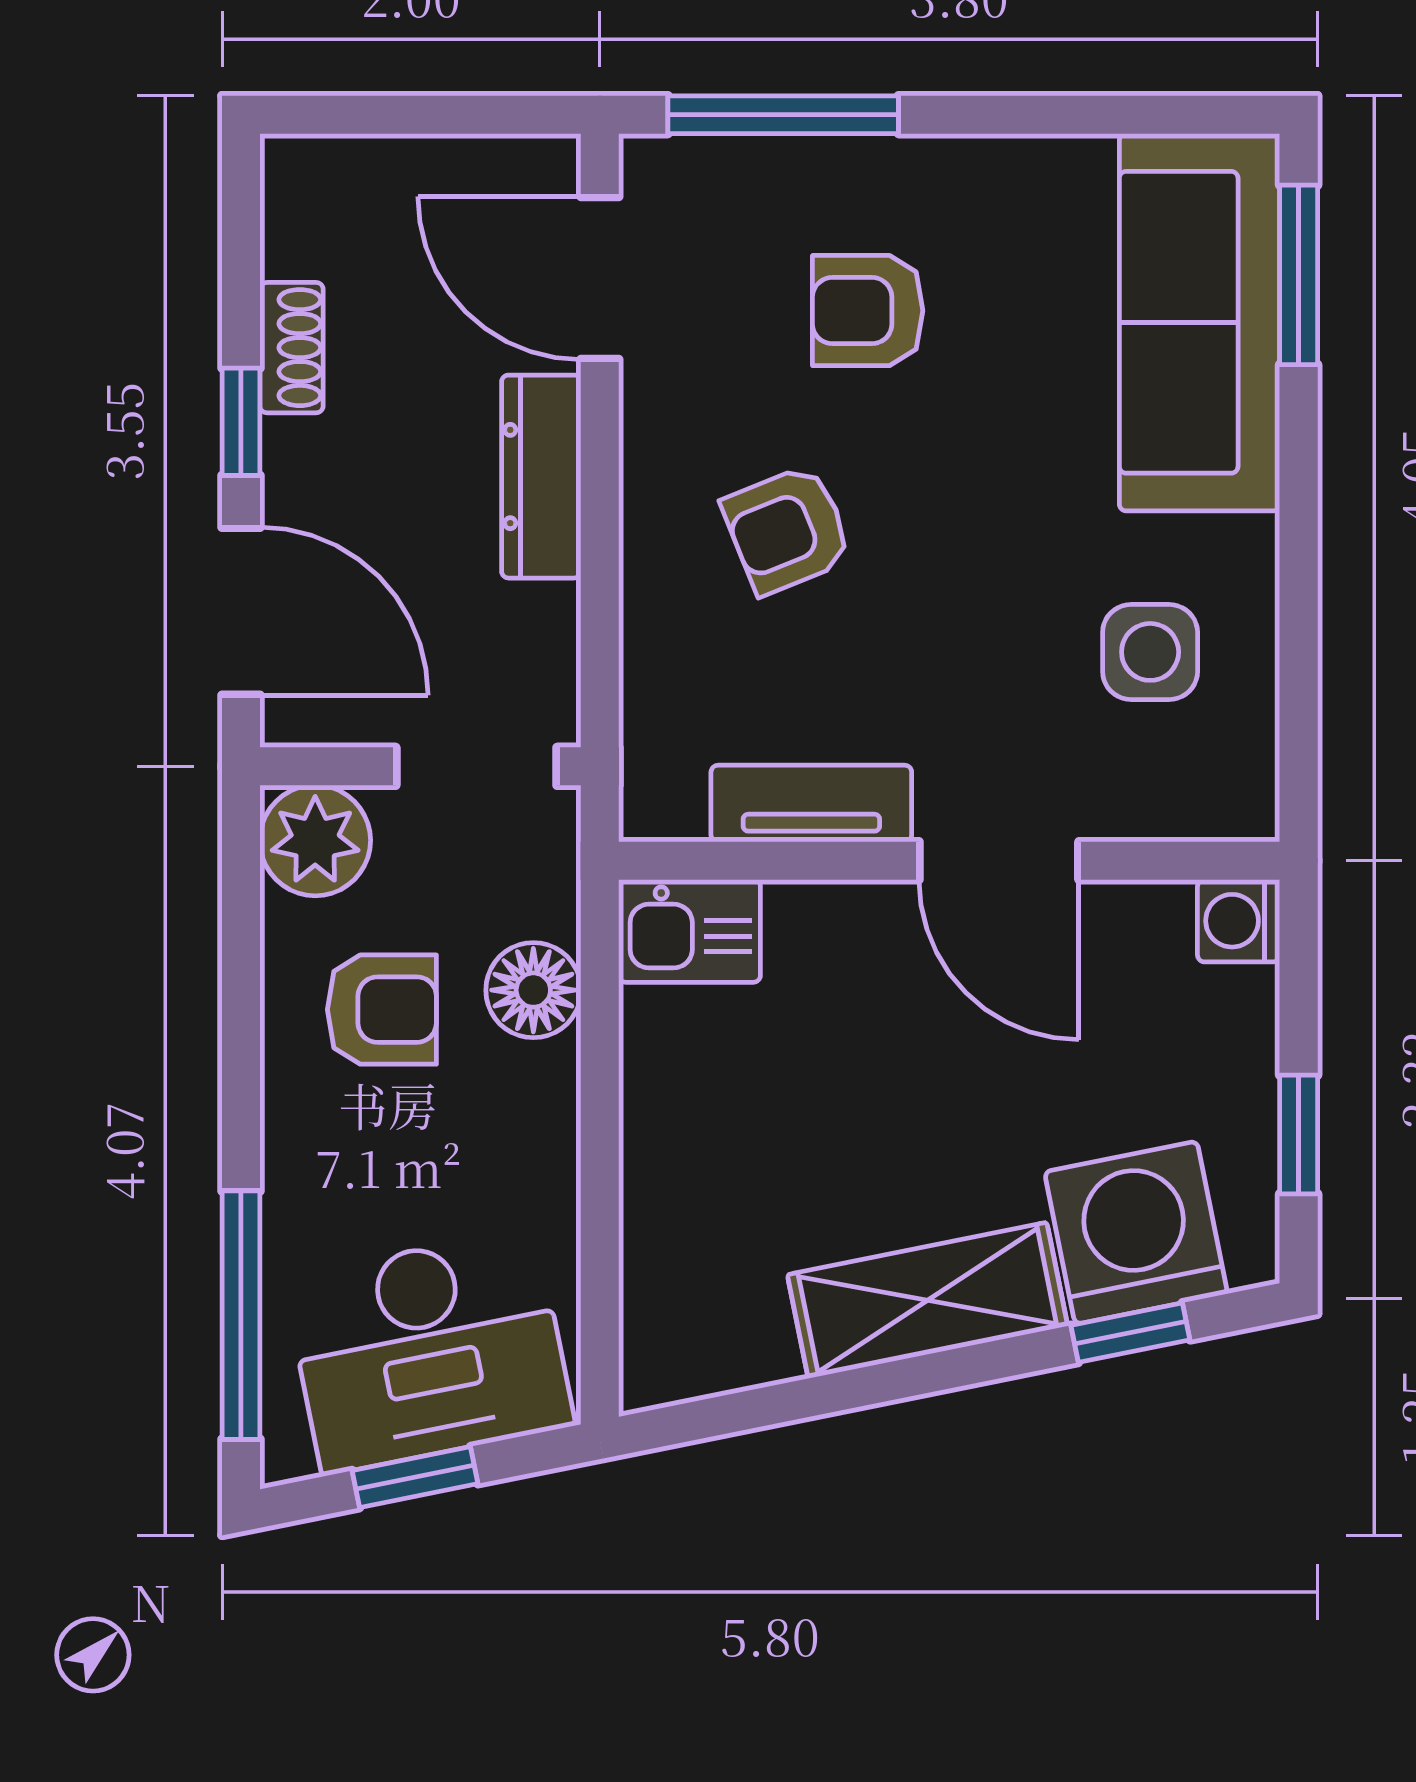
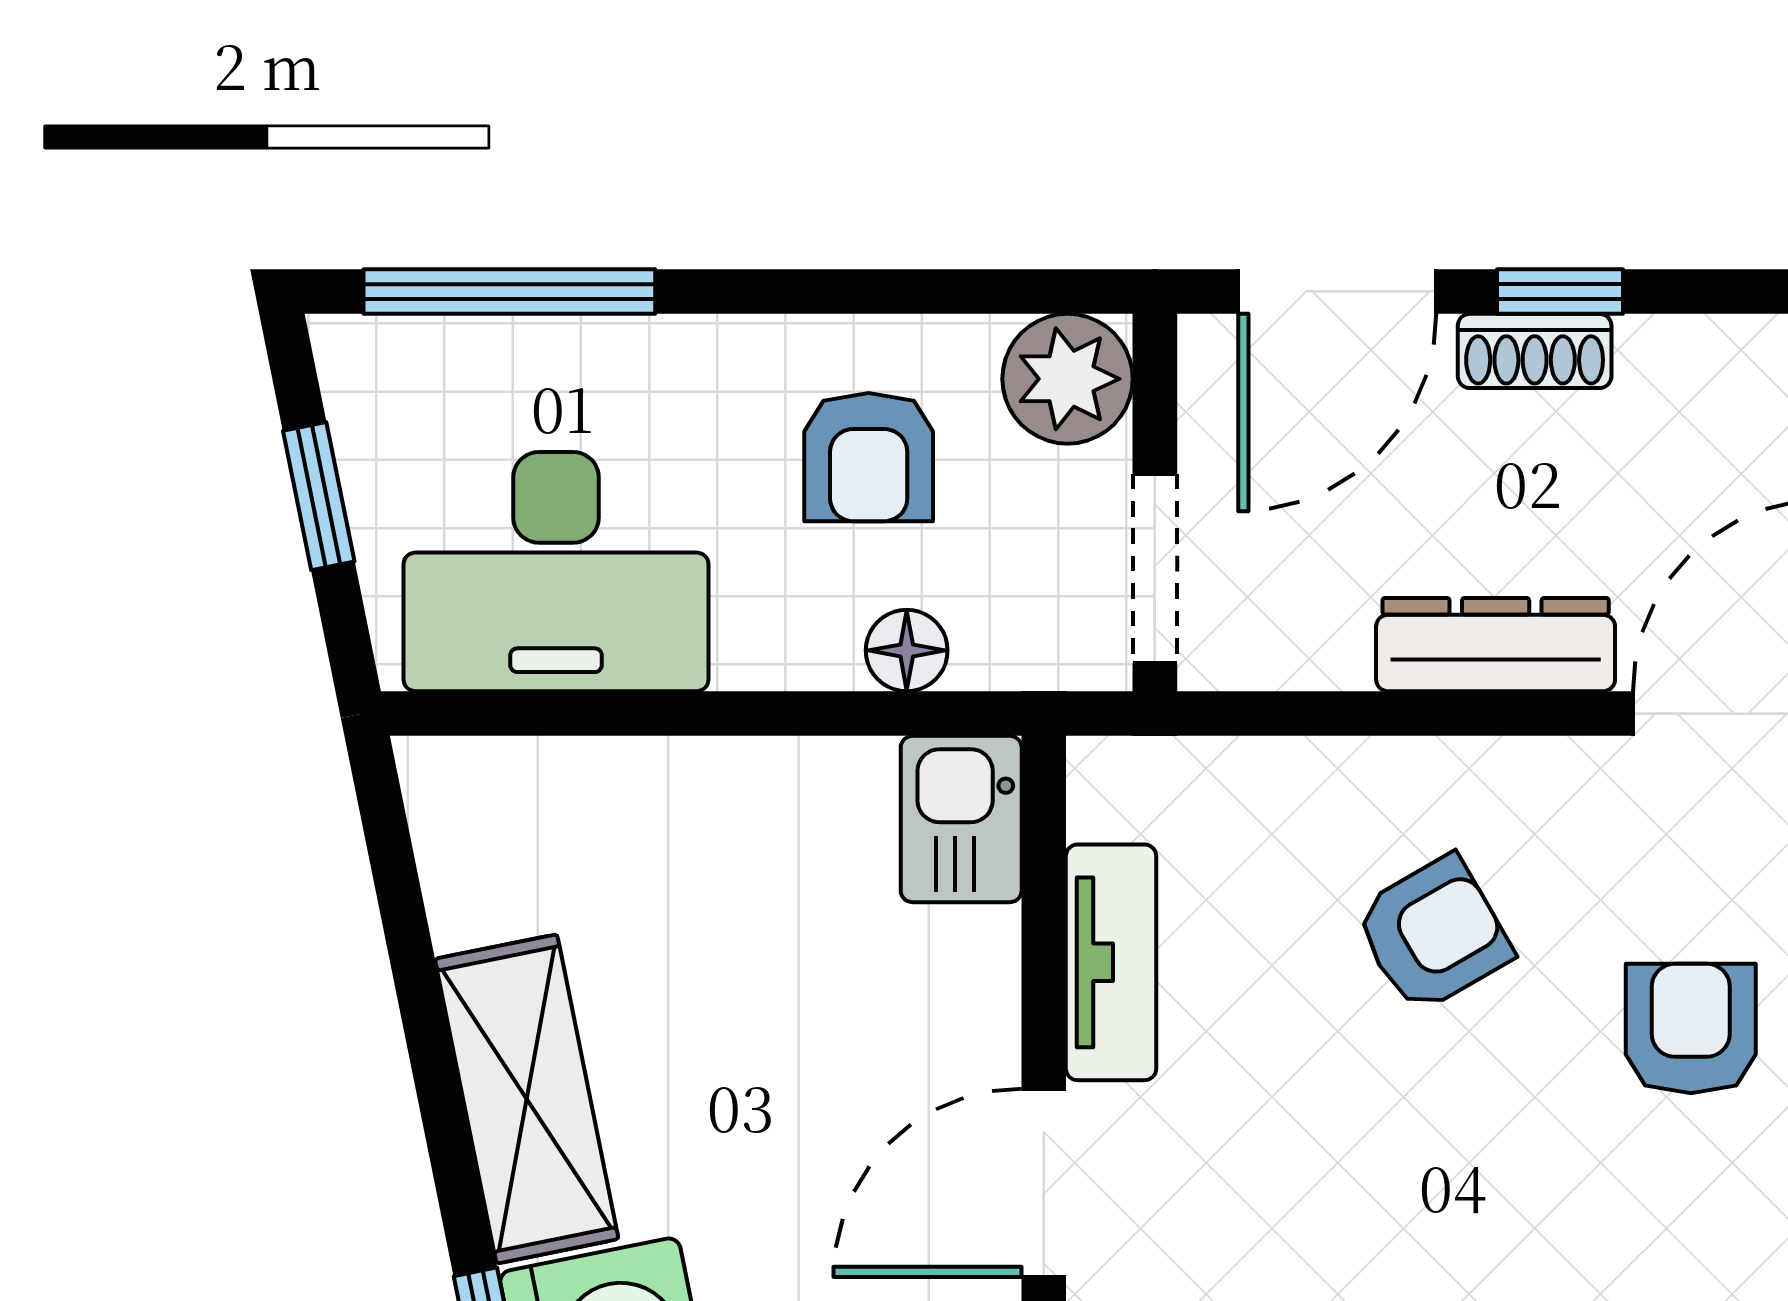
shoe rack: (292, 348) -> (1535, 351), moved
armchair: (787, 530) -> (1433, 934), turned 82
floor lamp: (533, 990) -> (907, 650), width x0.73, depth x0.73
desk: (429, 1351) -> (556, 572), moved, turned -79

